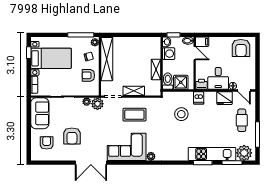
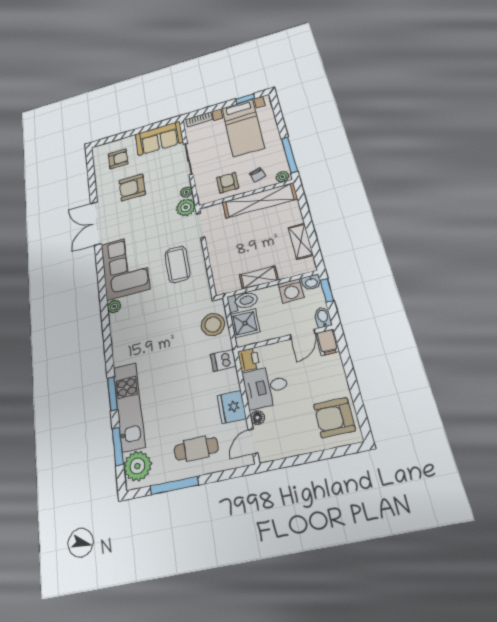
shelving: (134, 91) -> (301, 241), moved
stool: (181, 114) -> (213, 325), moved

